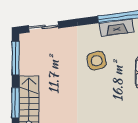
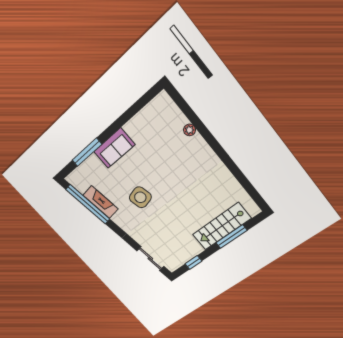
window: (15, 58) -> (194, 262), width x0.46

